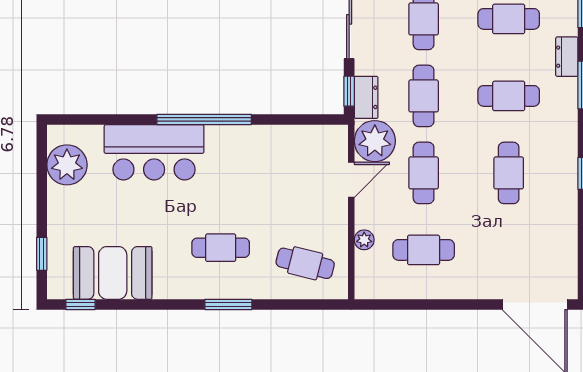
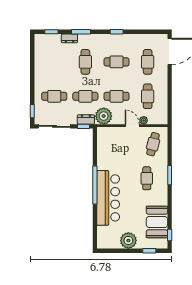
cafe table: (509, 19) -> (148, 62), moved
bar counter: (154, 152) -> (108, 198), width x1.36
plant: (67, 165) -> (128, 240), moved
door: (351, 180) -> (132, 126), moved

